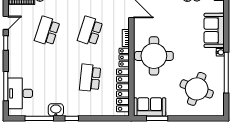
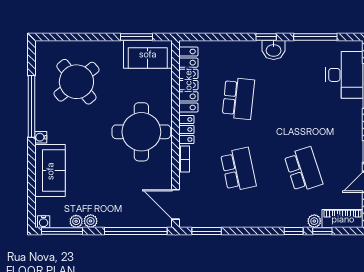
school desk: (47, 31) -> (303, 170), turned -36
school desk: (90, 31) -> (238, 170), turned -30
round table: (197, 89) -> (76, 82), turned 30
washbasin: (56, 110) -> (274, 50), moved

